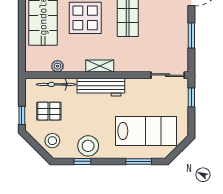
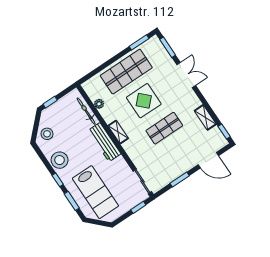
pallet: (49, 111) -> (65, 118), removed
window: (82, 161) -> (58, 180), moved

